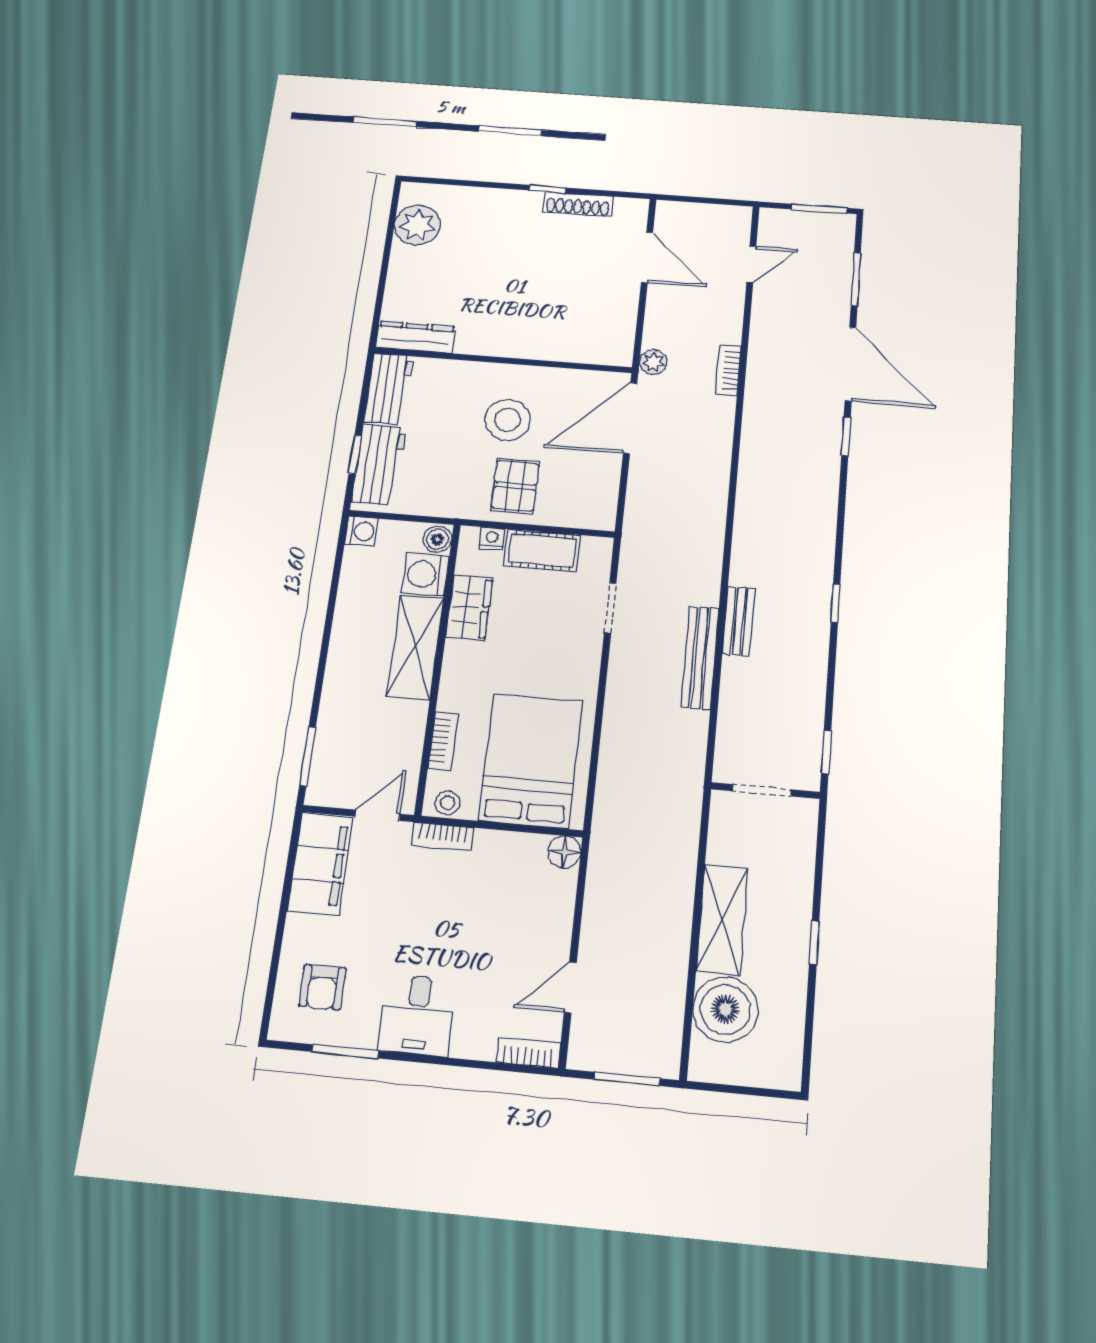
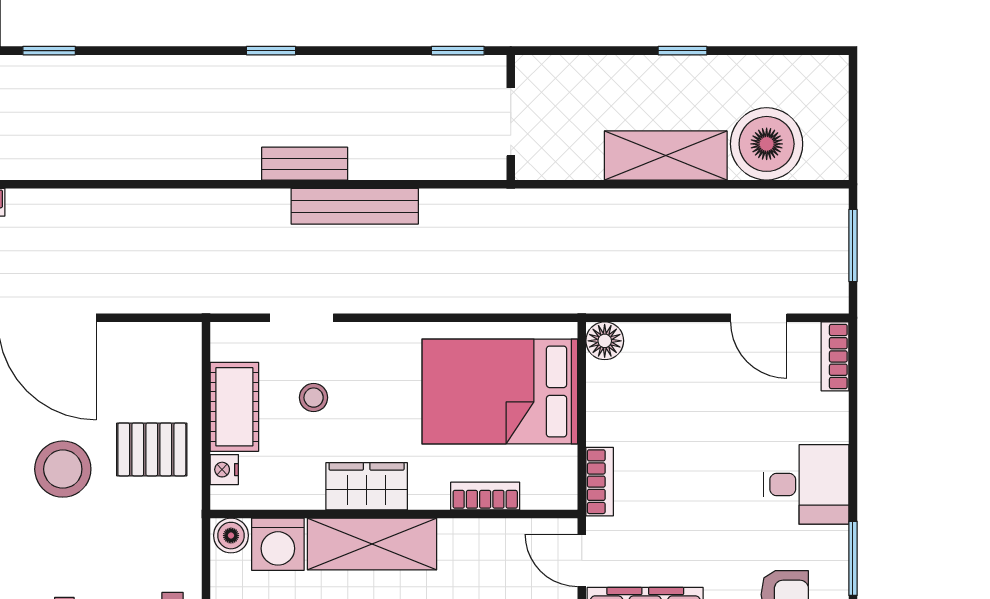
wardrobe: (469, 608) -> (367, 486), moved
stool: (448, 803) -> (314, 398), moved

